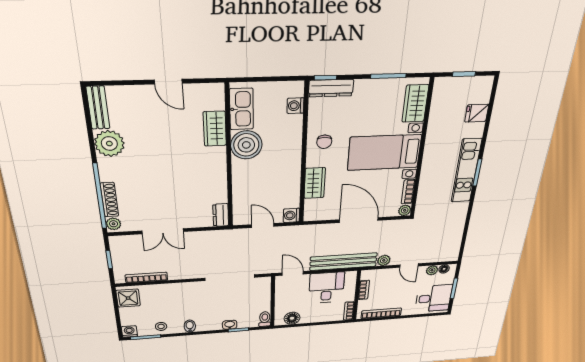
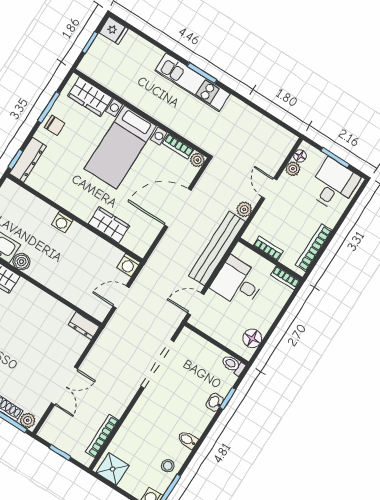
washing machine: (295, 106) -> (62, 222), moved
fridge: (477, 113) -> (114, 31), moved, turned -90
chair: (324, 142) -> (55, 125), moved
boiler: (246, 145) -> (21, 262), width x0.54, depth x0.54
door: (409, 266) -> (269, 188), swing flipped

